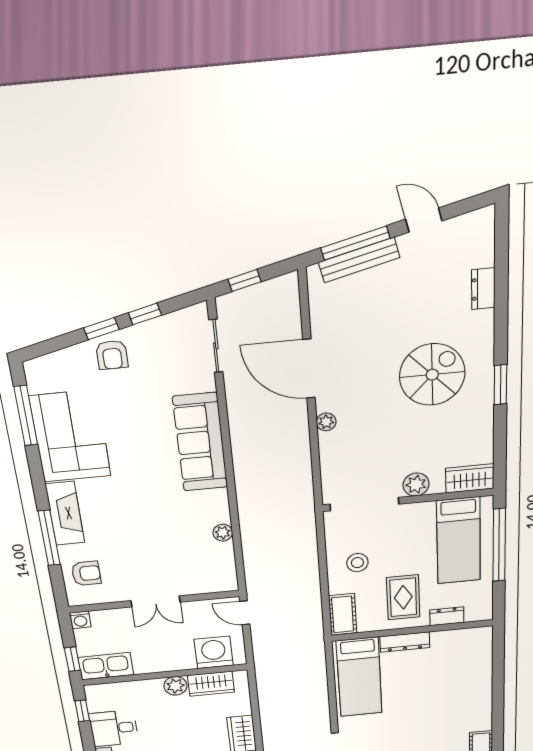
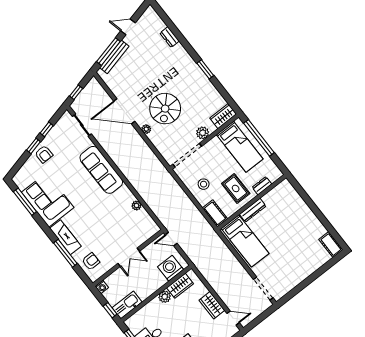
spiral stairs: (432, 375) -> (165, 109), moved, turned 180

